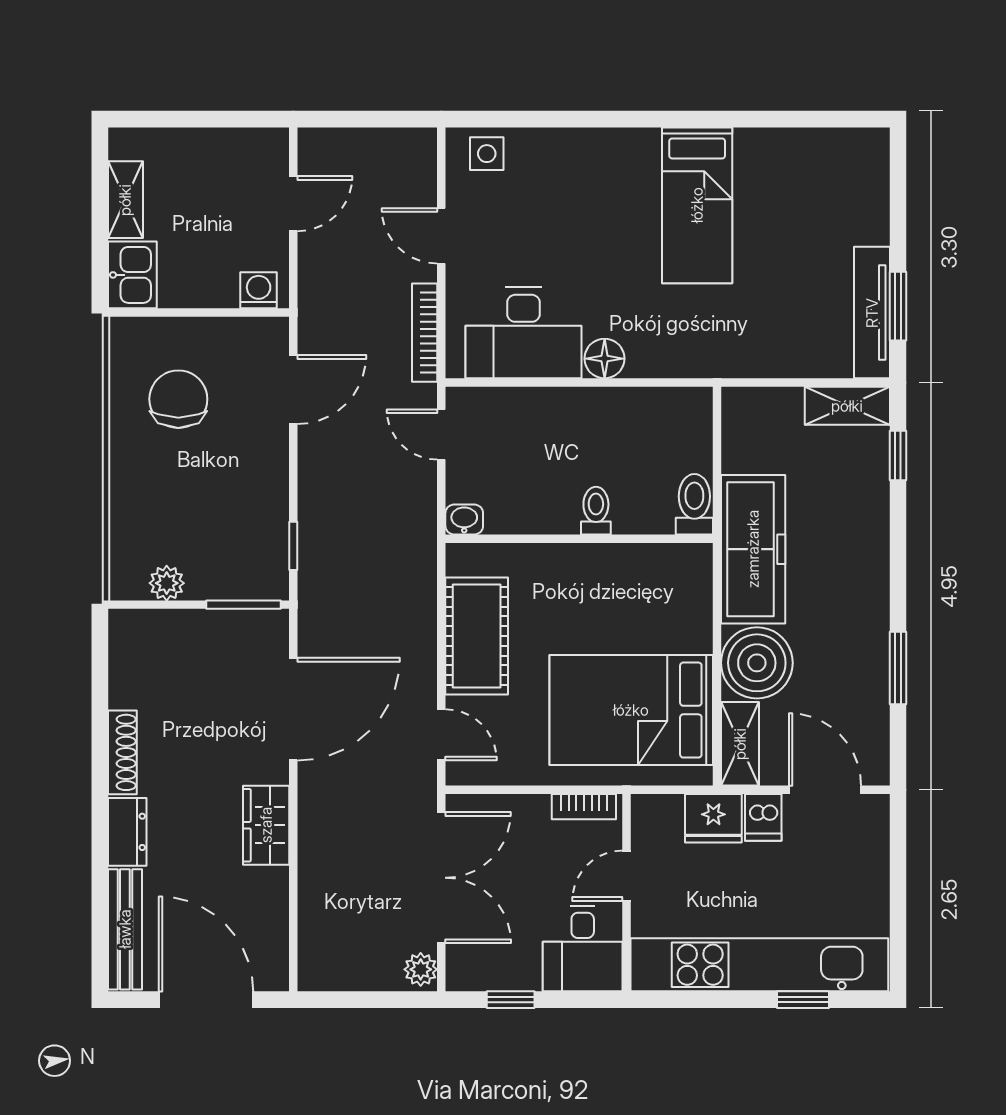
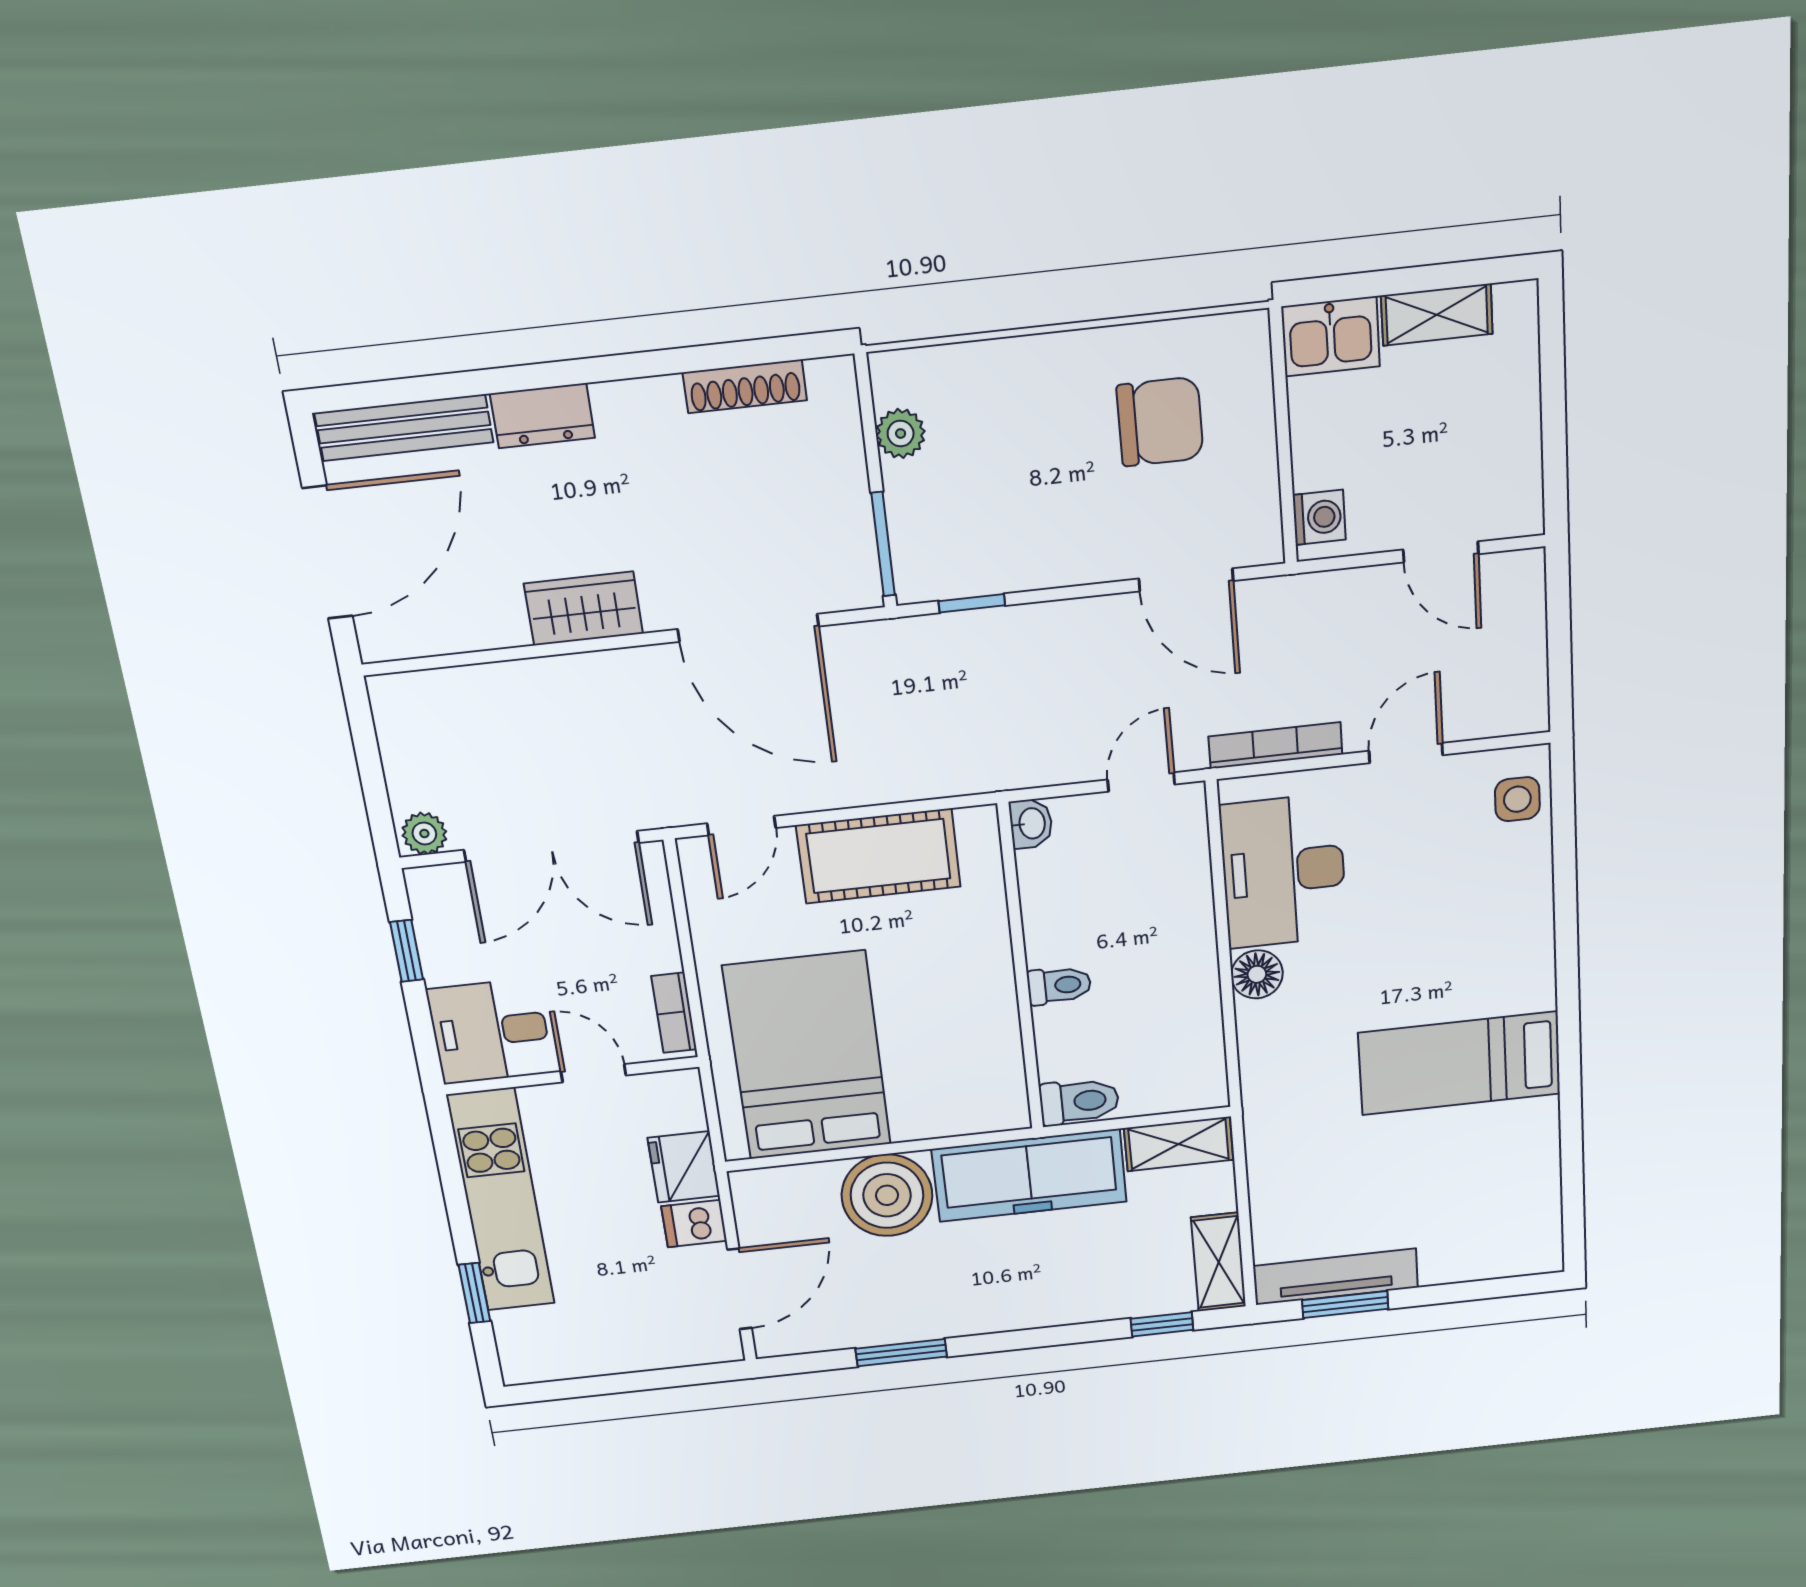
shelving: (740, 744) -> (1179, 1144), moved
shoe rack: (122, 752) -> (745, 386), moved
kitchen unit: (759, 965) -> (501, 1200), width x0.73

